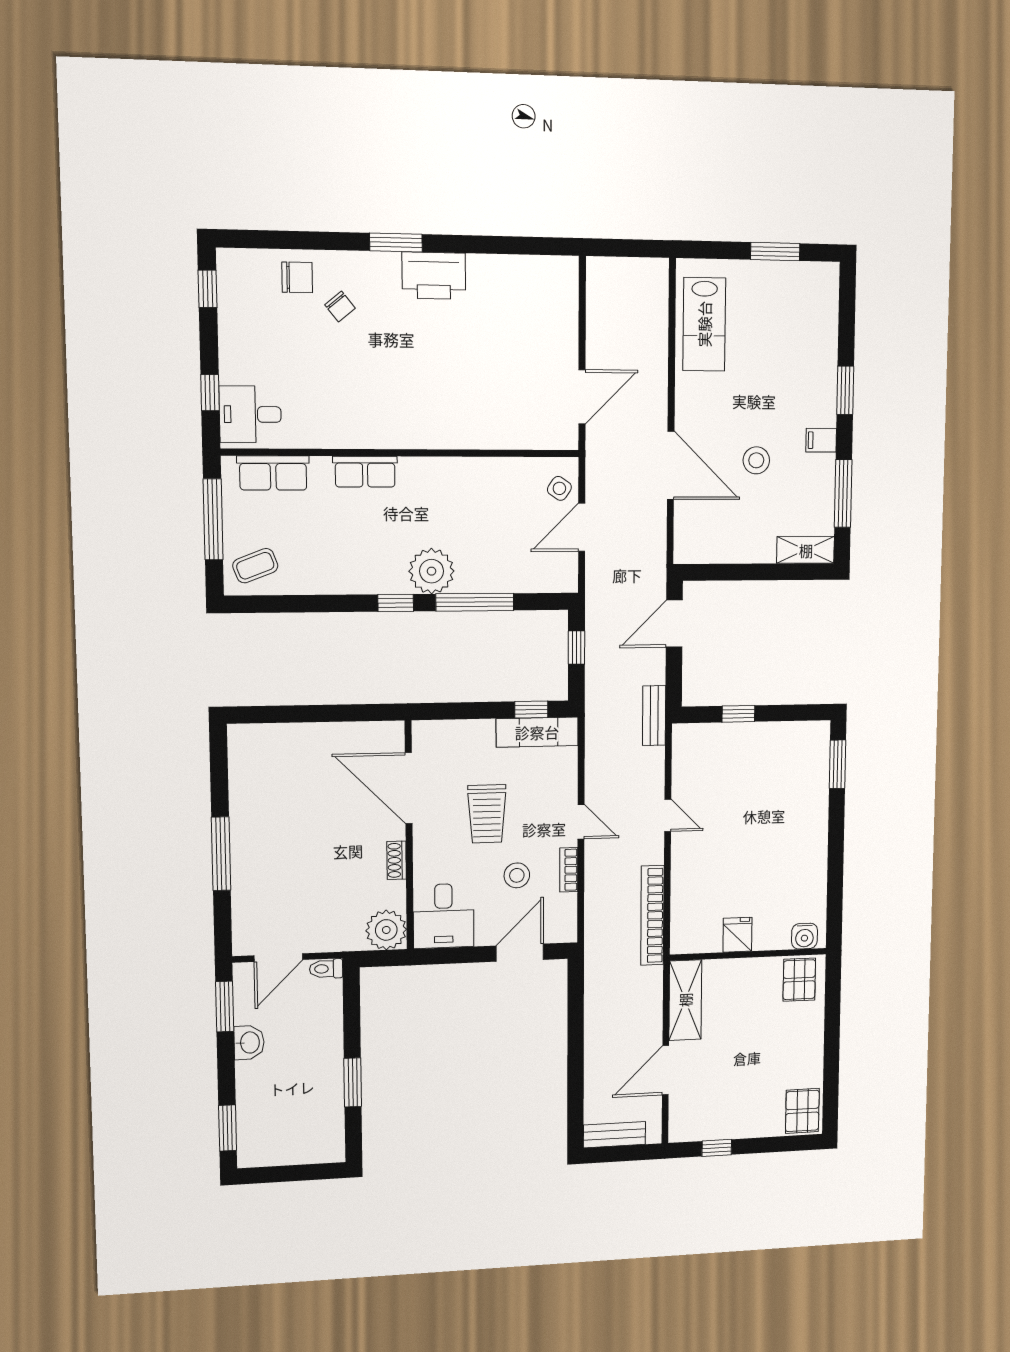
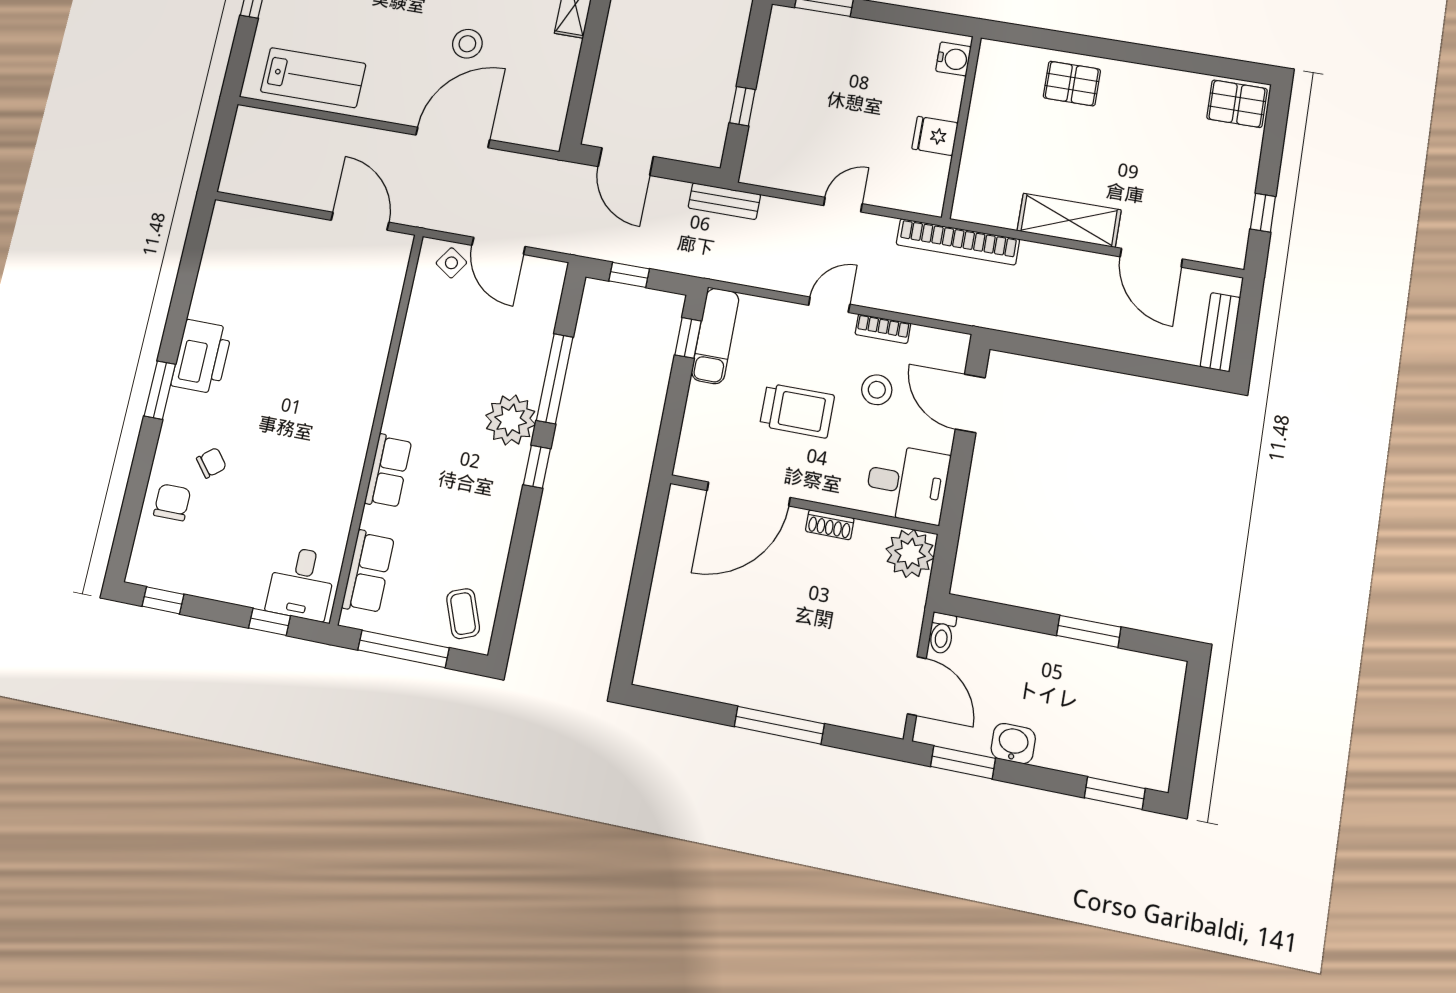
fridge: (737, 935) -> (935, 136), moved
water cooler: (804, 936) -> (953, 59), moved
wall: (748, 954) -> (961, 127), moved

